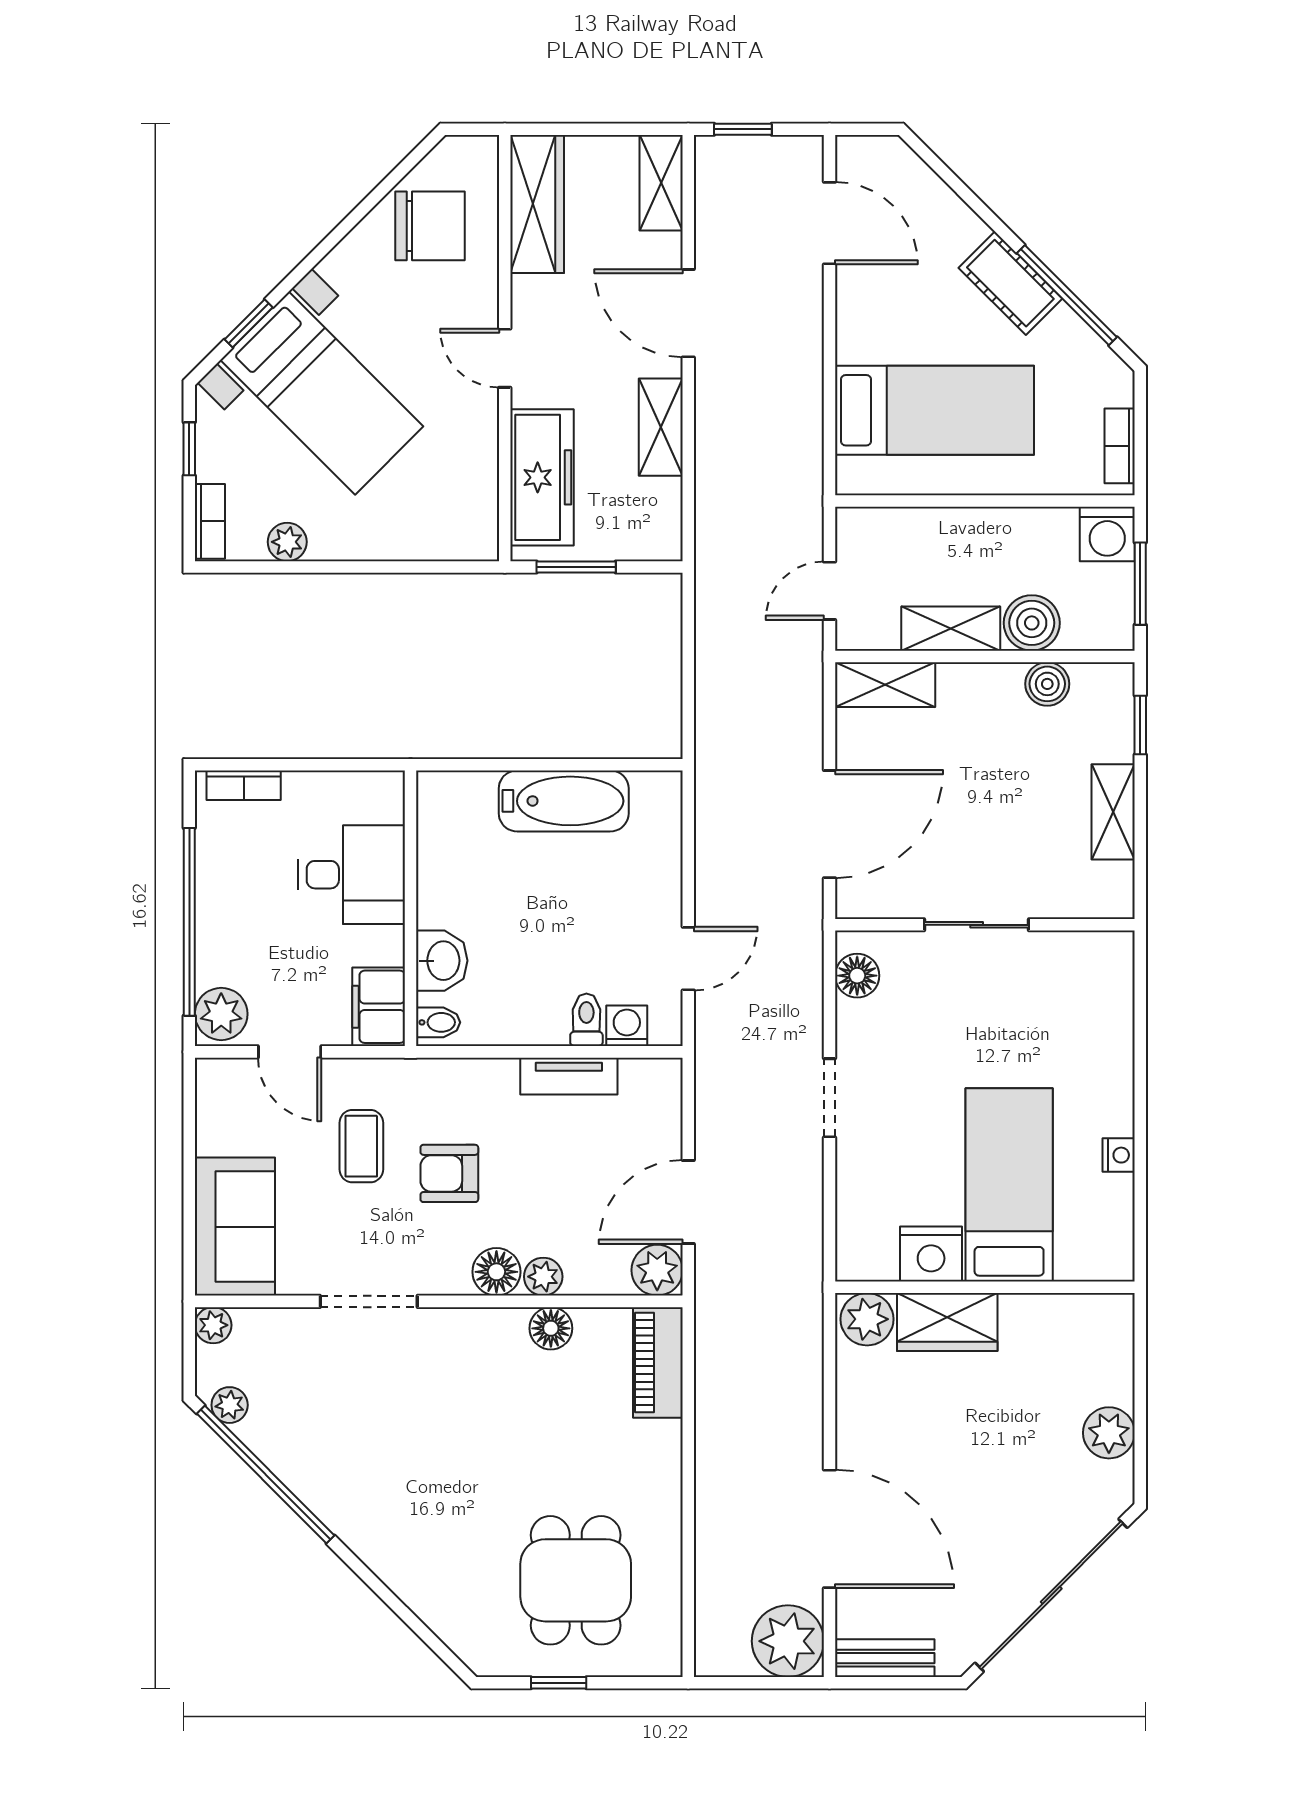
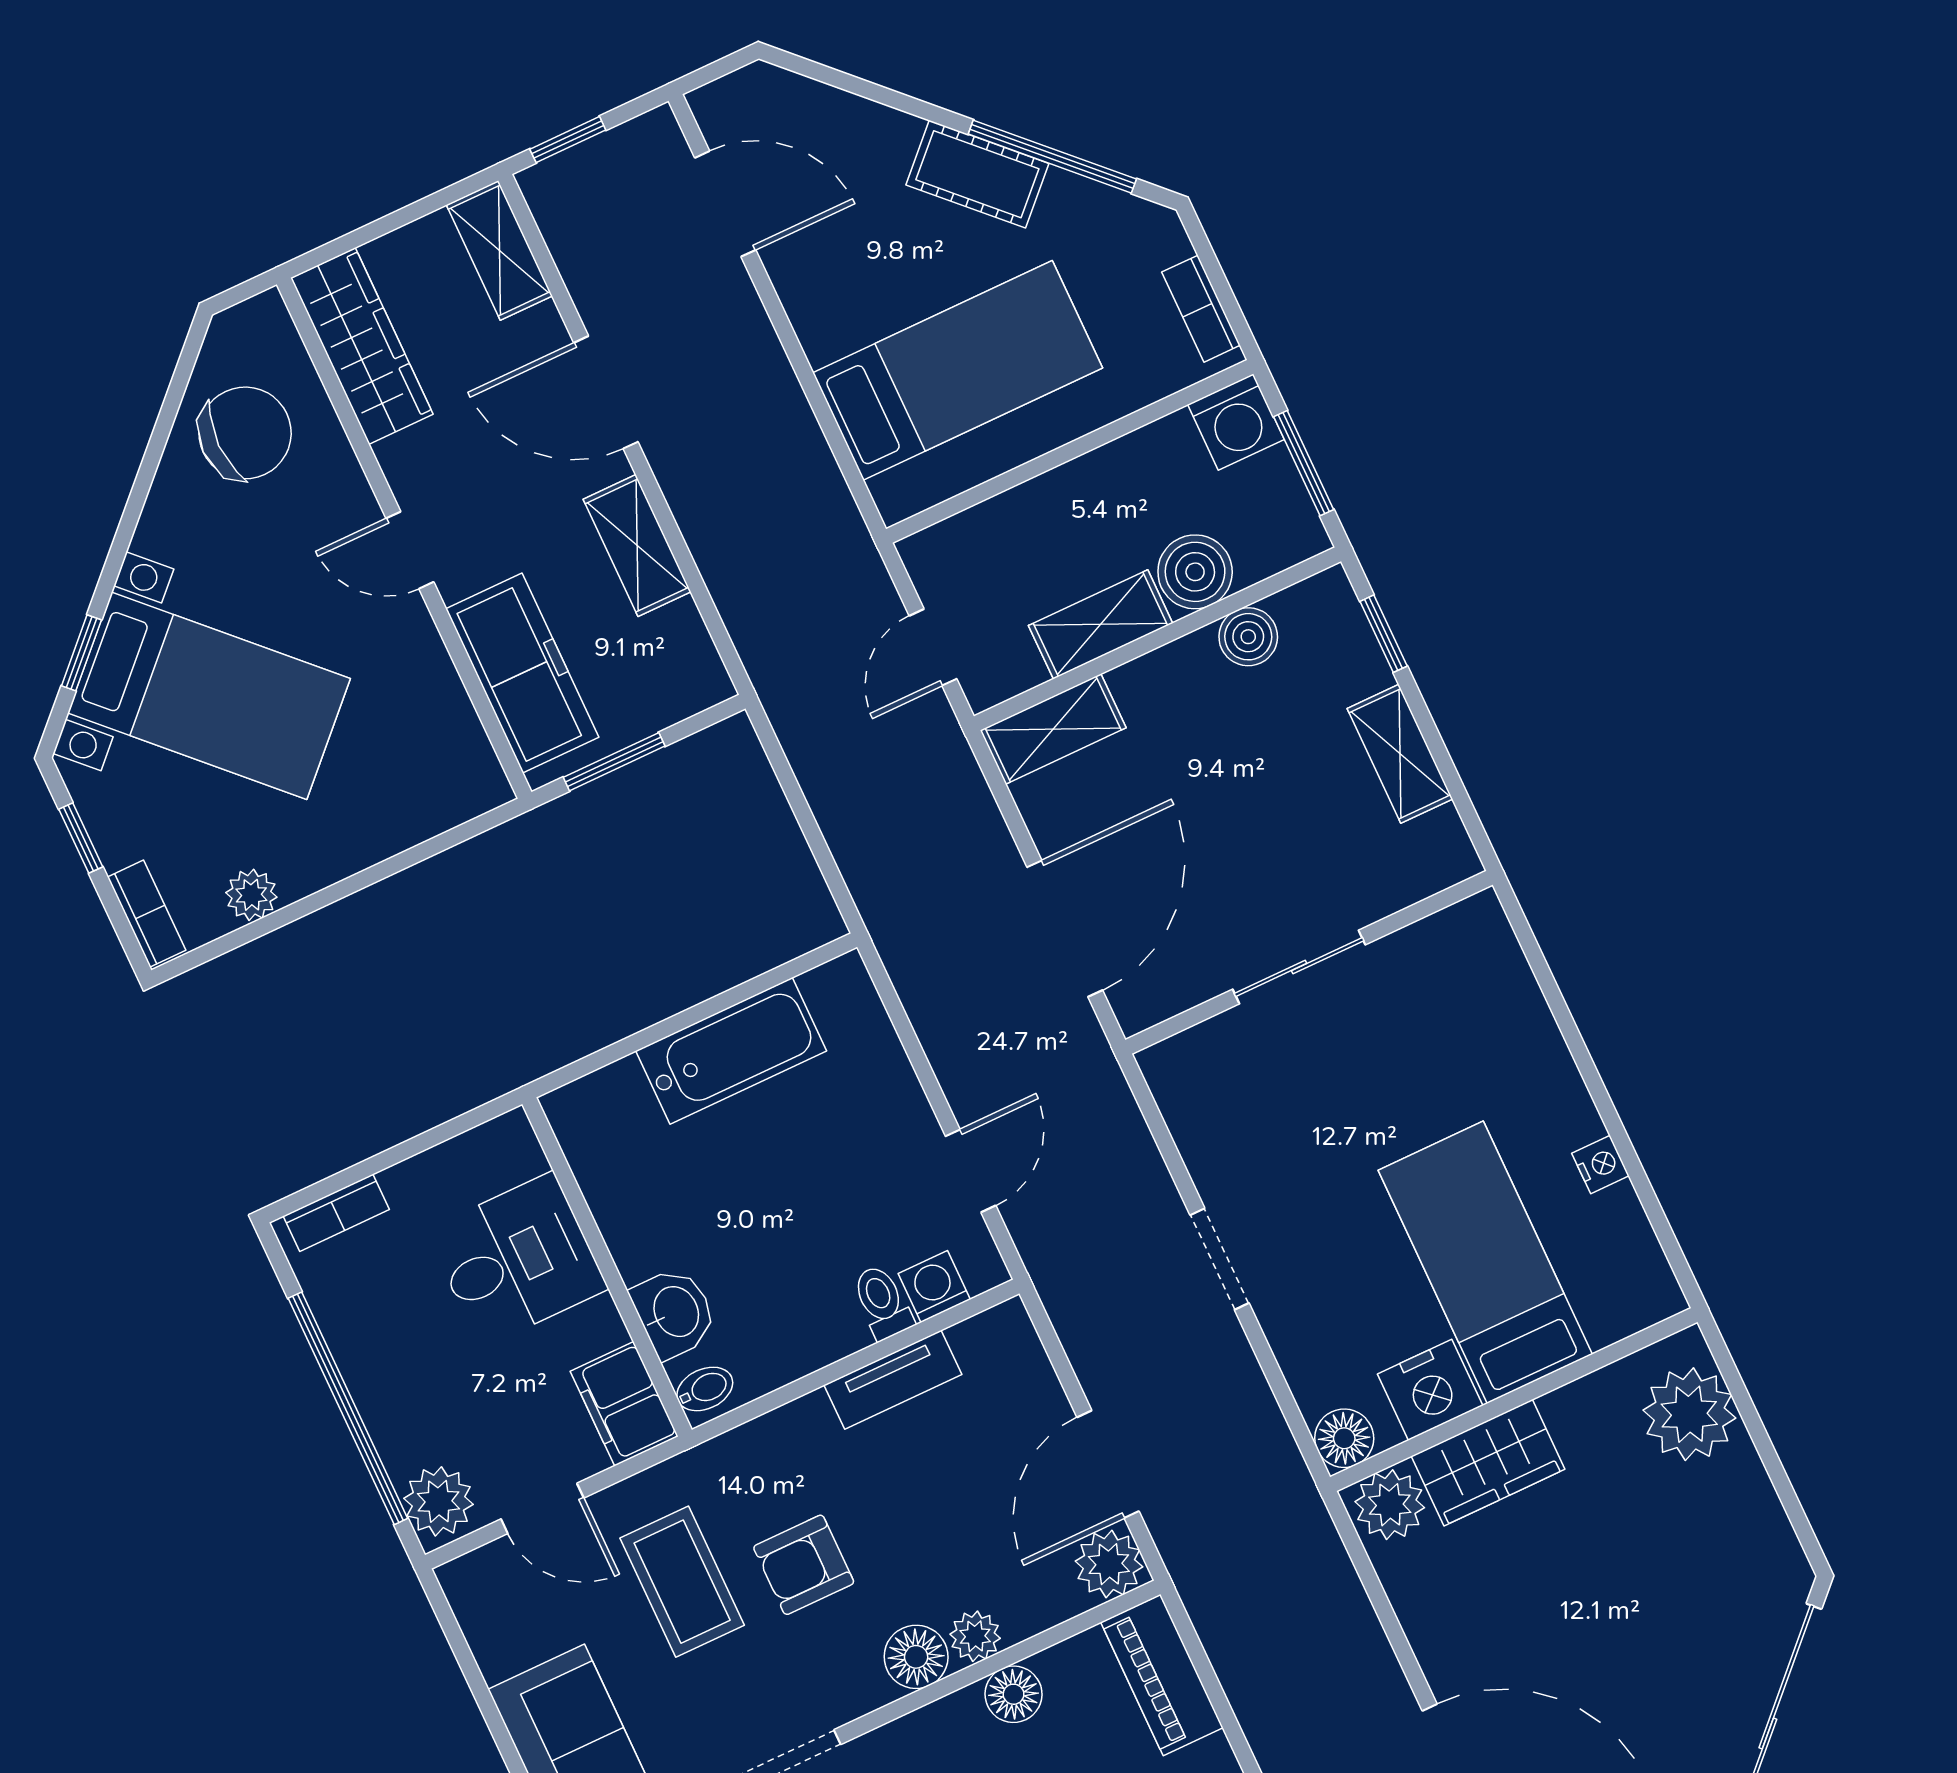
floor lamp: (857, 976) -> (1344, 1438), moved
coffee table: (361, 1146) -> (682, 1582), width x1.36, depth x1.30
plant: (1109, 1433) -> (1689, 1414), moved, width x1.36, depth x1.36

